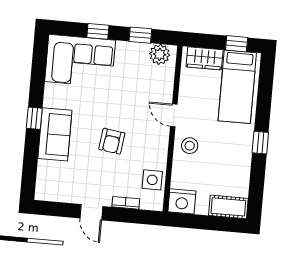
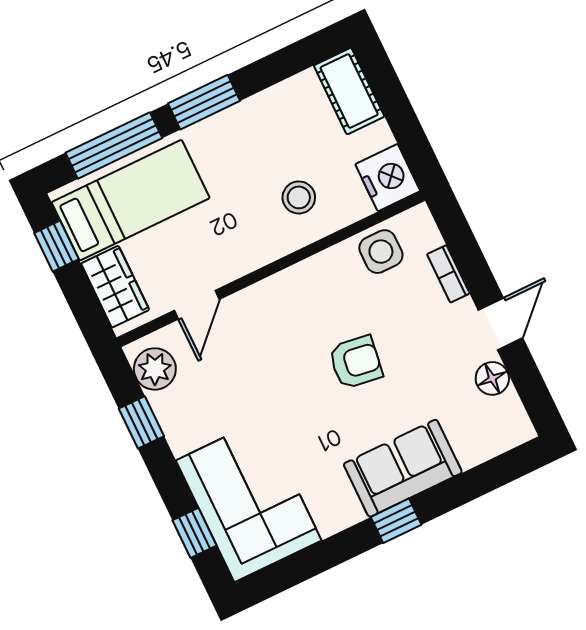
window: (98, 31) -> (194, 533), moved
window: (265, 93) -> (114, 145), added
door: (174, 115) -> (197, 305), moved
window: (260, 143) -> (204, 102), width x1.50
stool: (190, 146) -> (299, 197), moved
floor lamp: (70, 195) -> (492, 378), added

